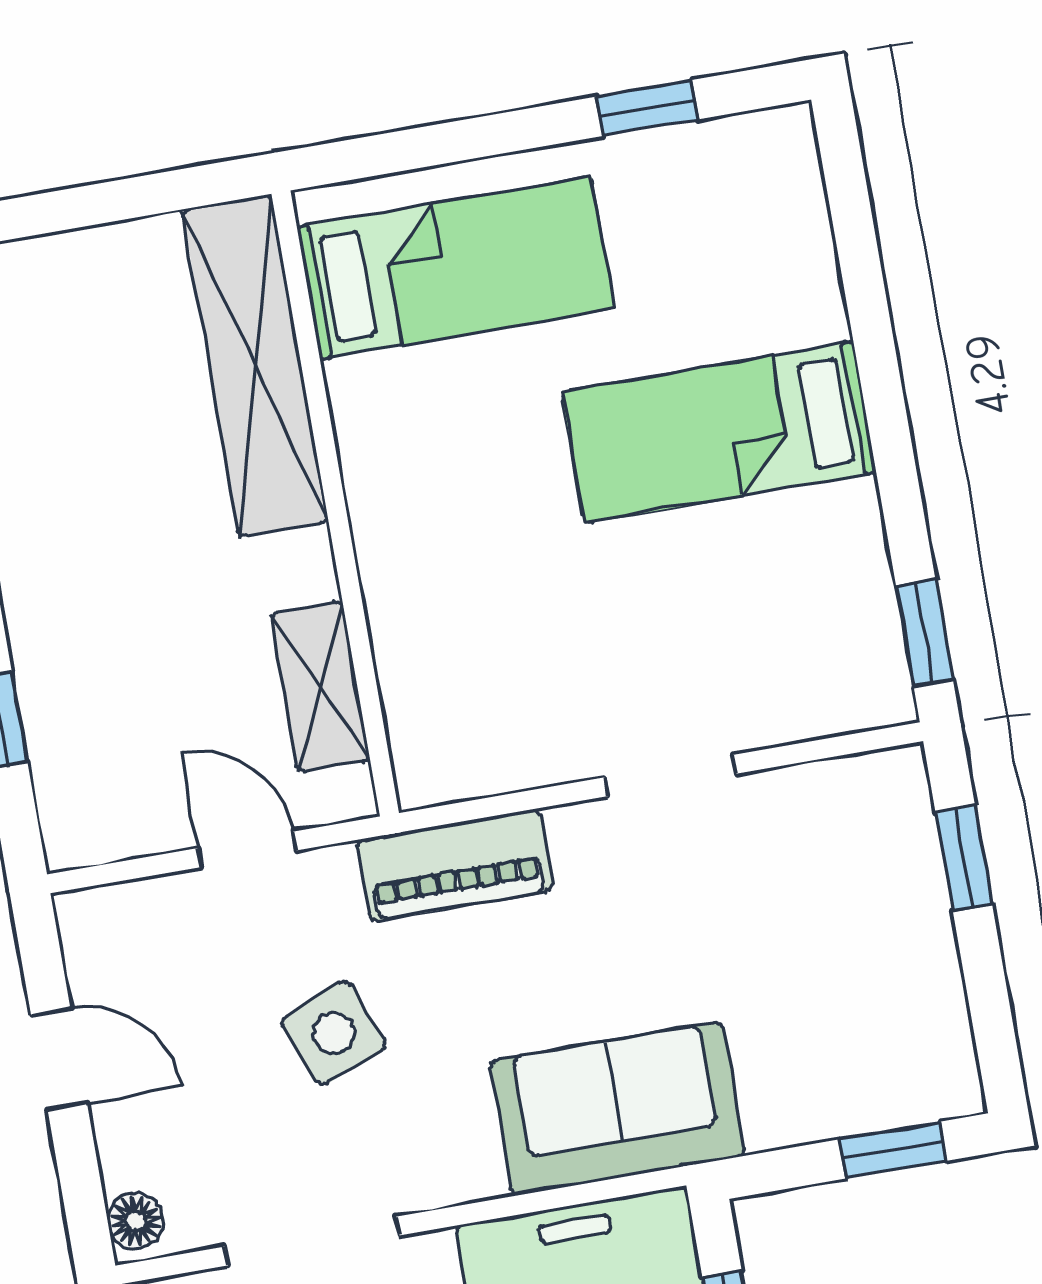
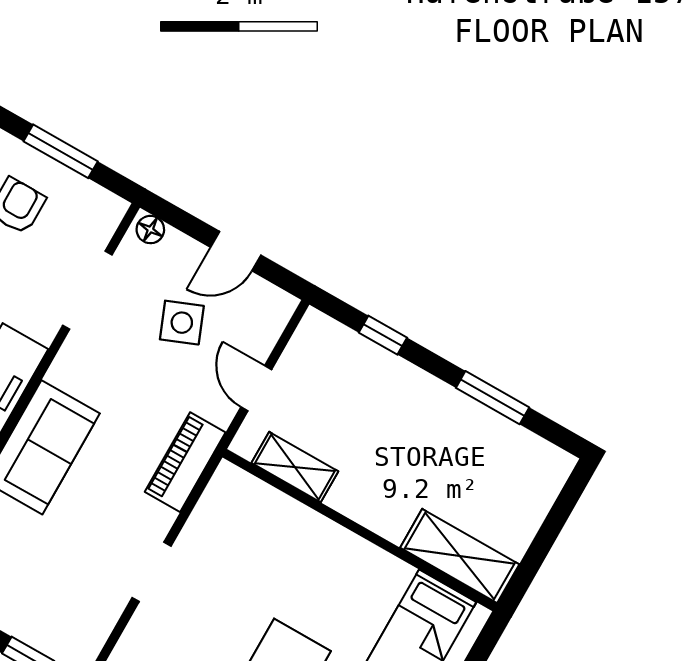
shelving: (255, 366) -> (460, 556), width x0.68
door: (247, 849) -> (256, 388), swing flipped
side table: (334, 1033) -> (182, 323), moved

